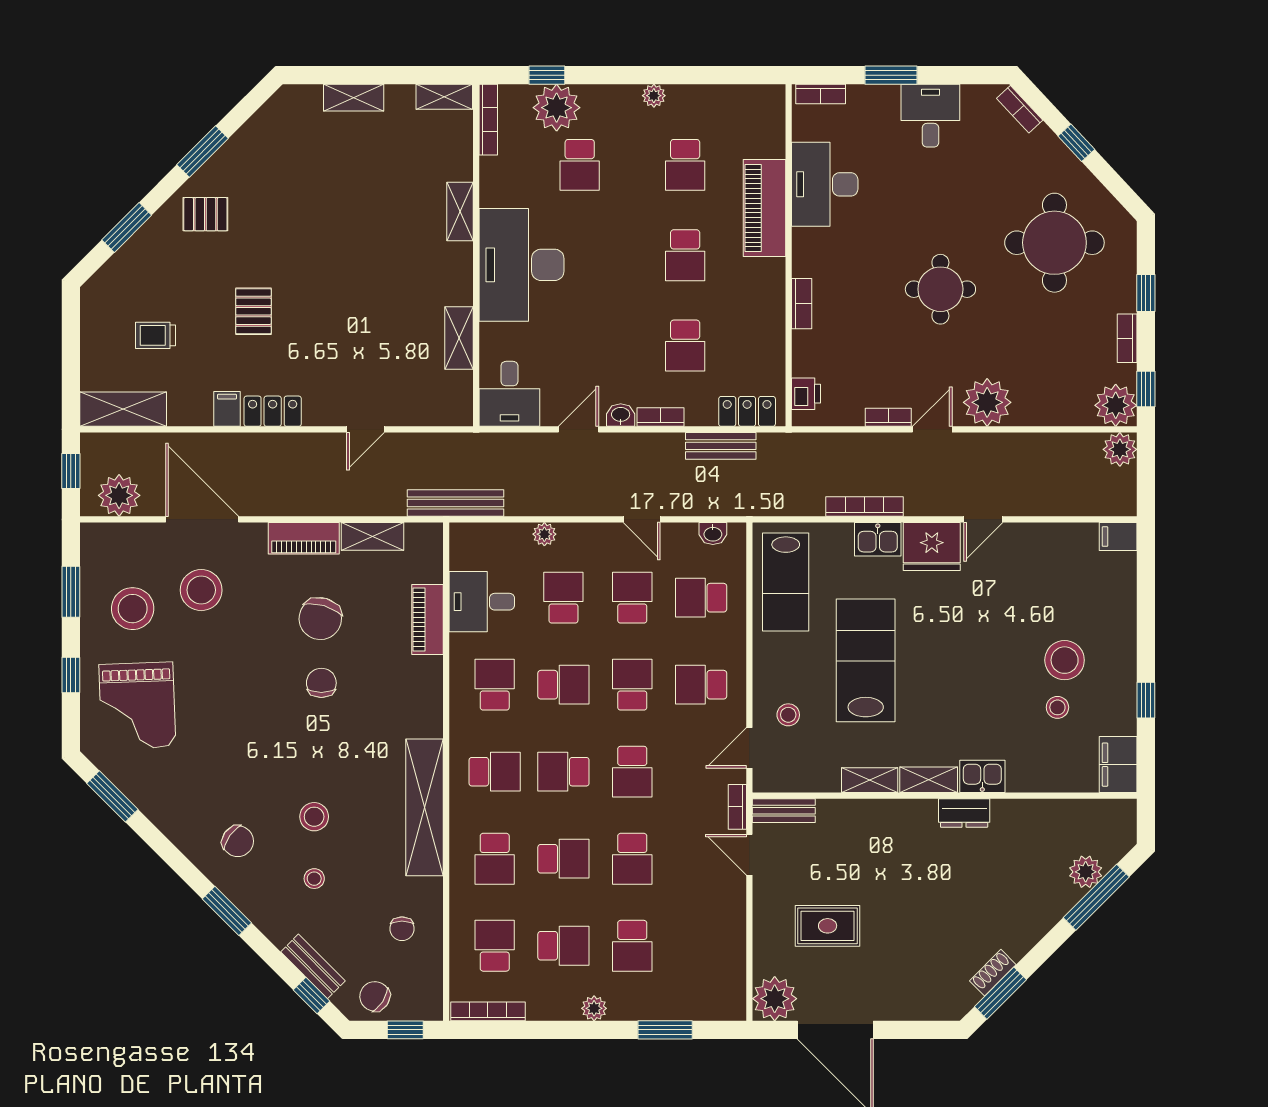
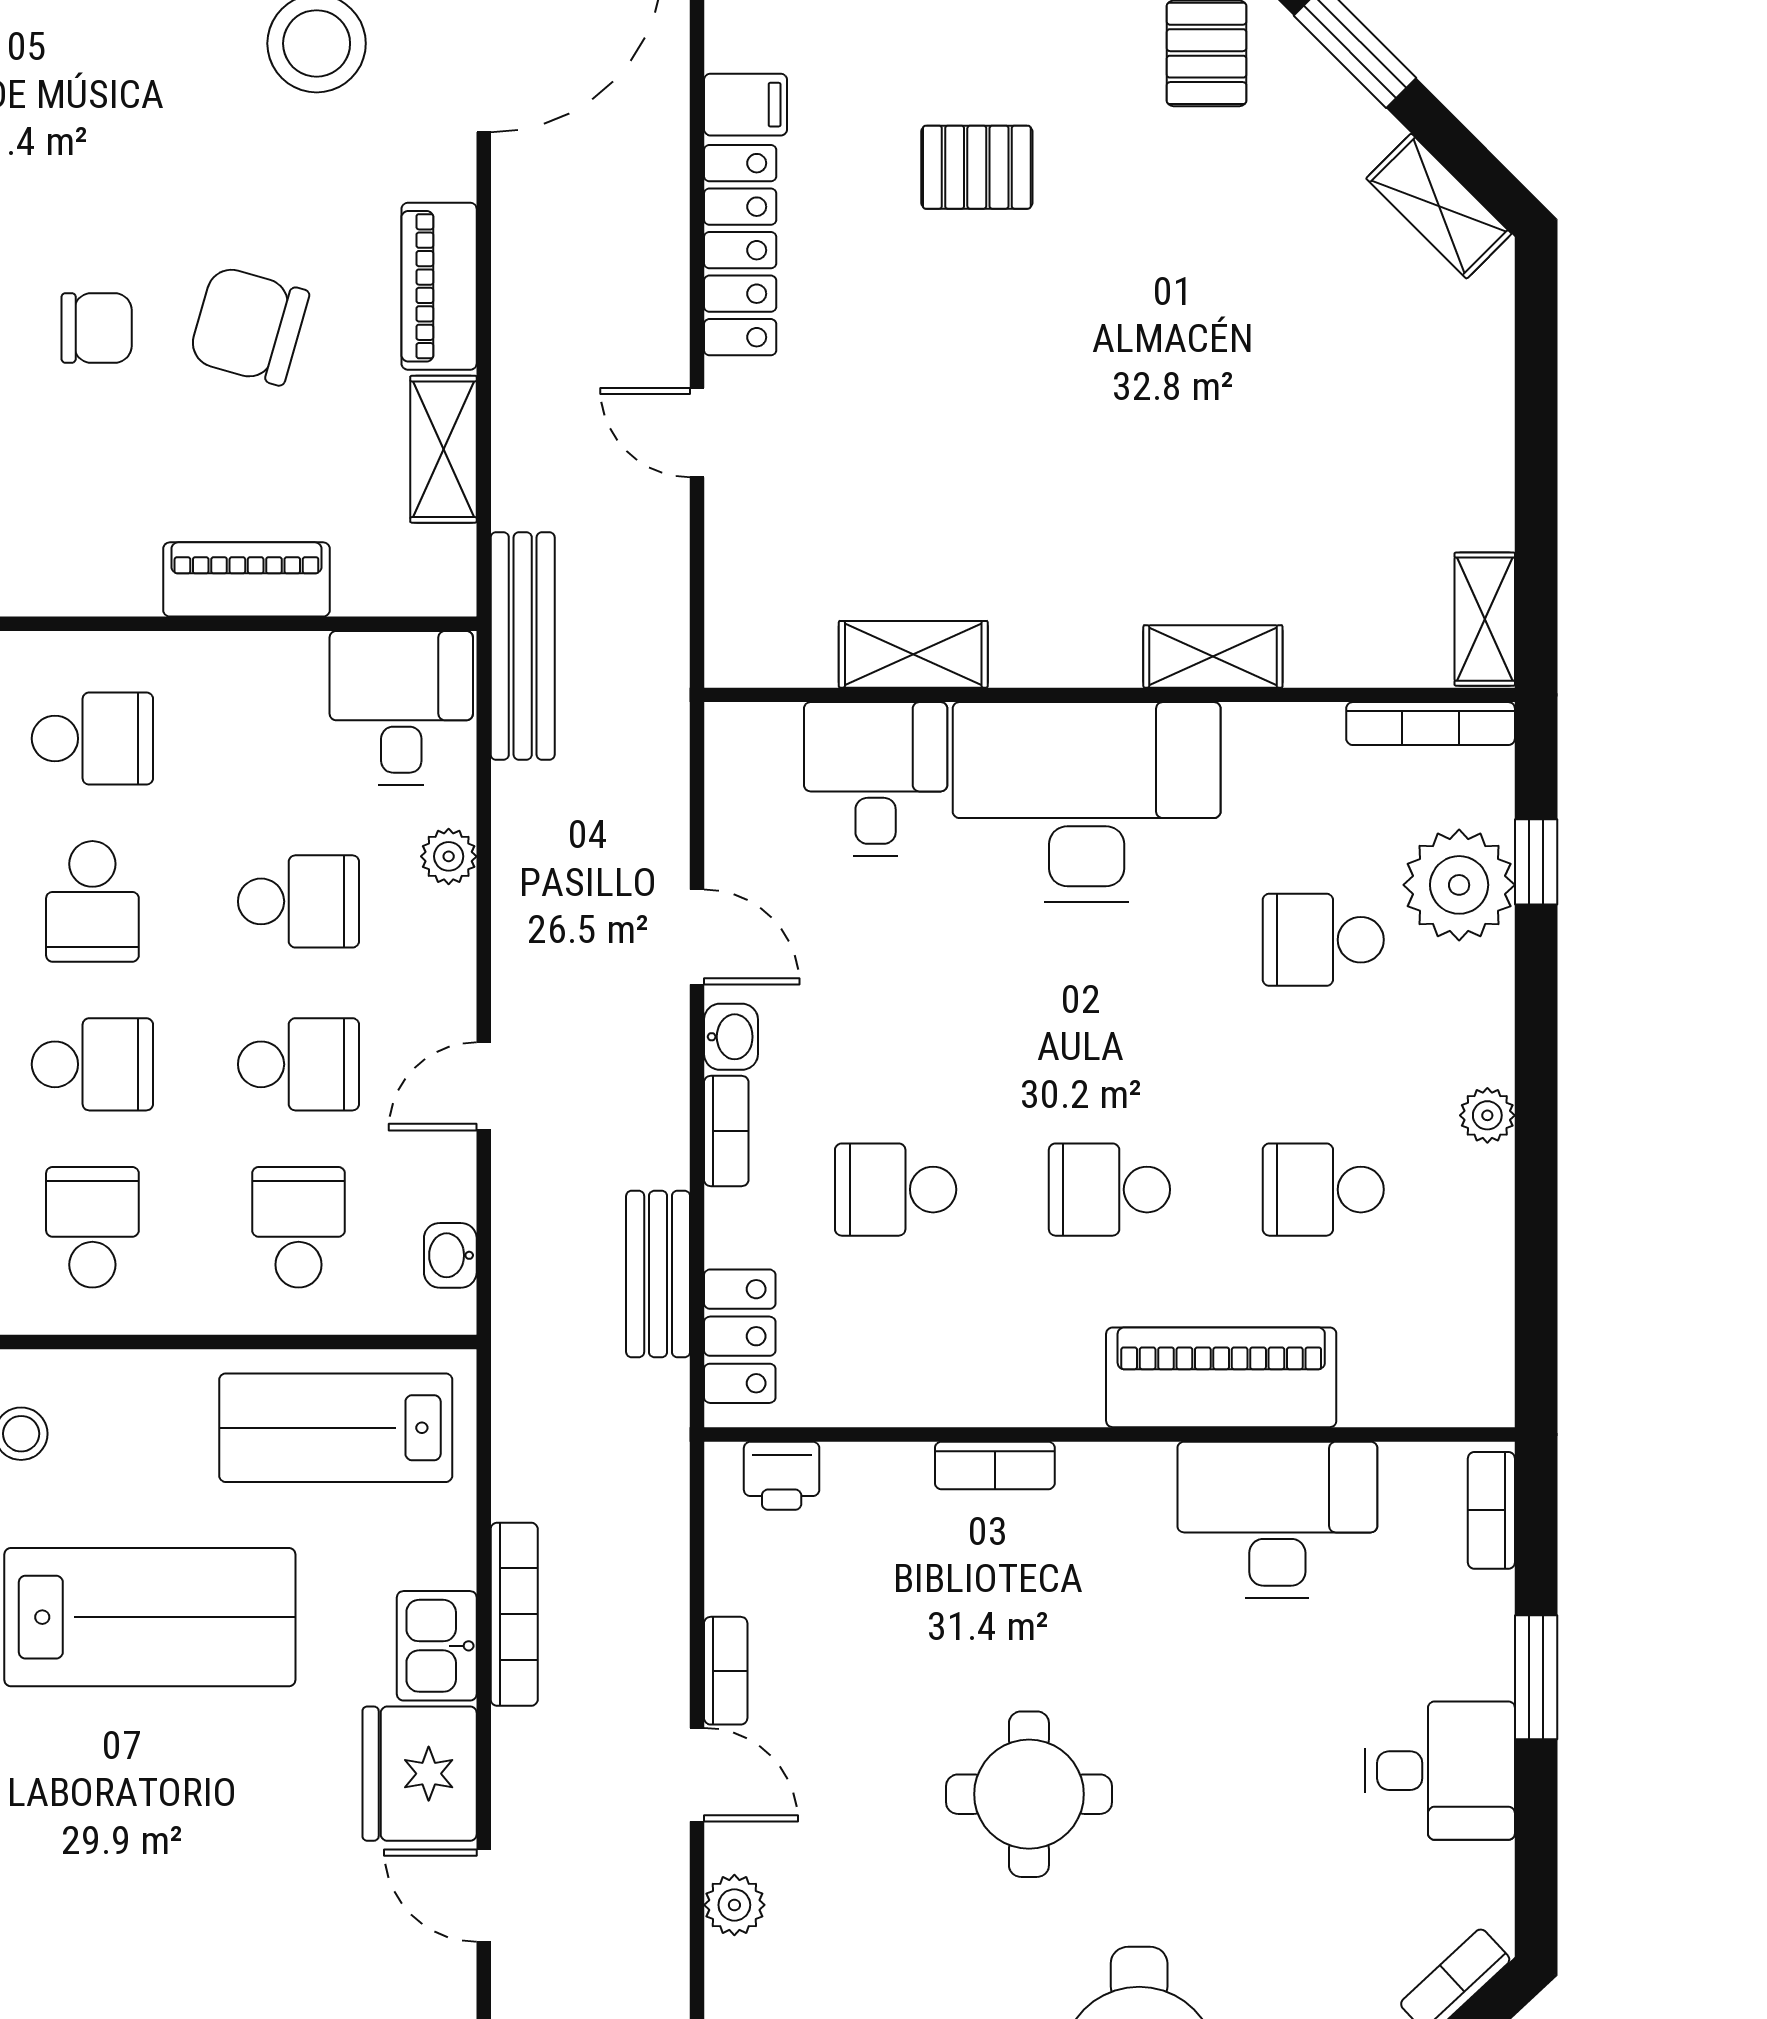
shelving: (354, 98) -> (1439, 206), moved, turned -45
desk: (509, 394) -> (876, 779), moved, turned 90
plant: (987, 402) -> (734, 1905), width x0.53, depth x0.53
locker: (273, 411) -> (740, 250), width x1.53
desk: (482, 602) -> (401, 708), moved

